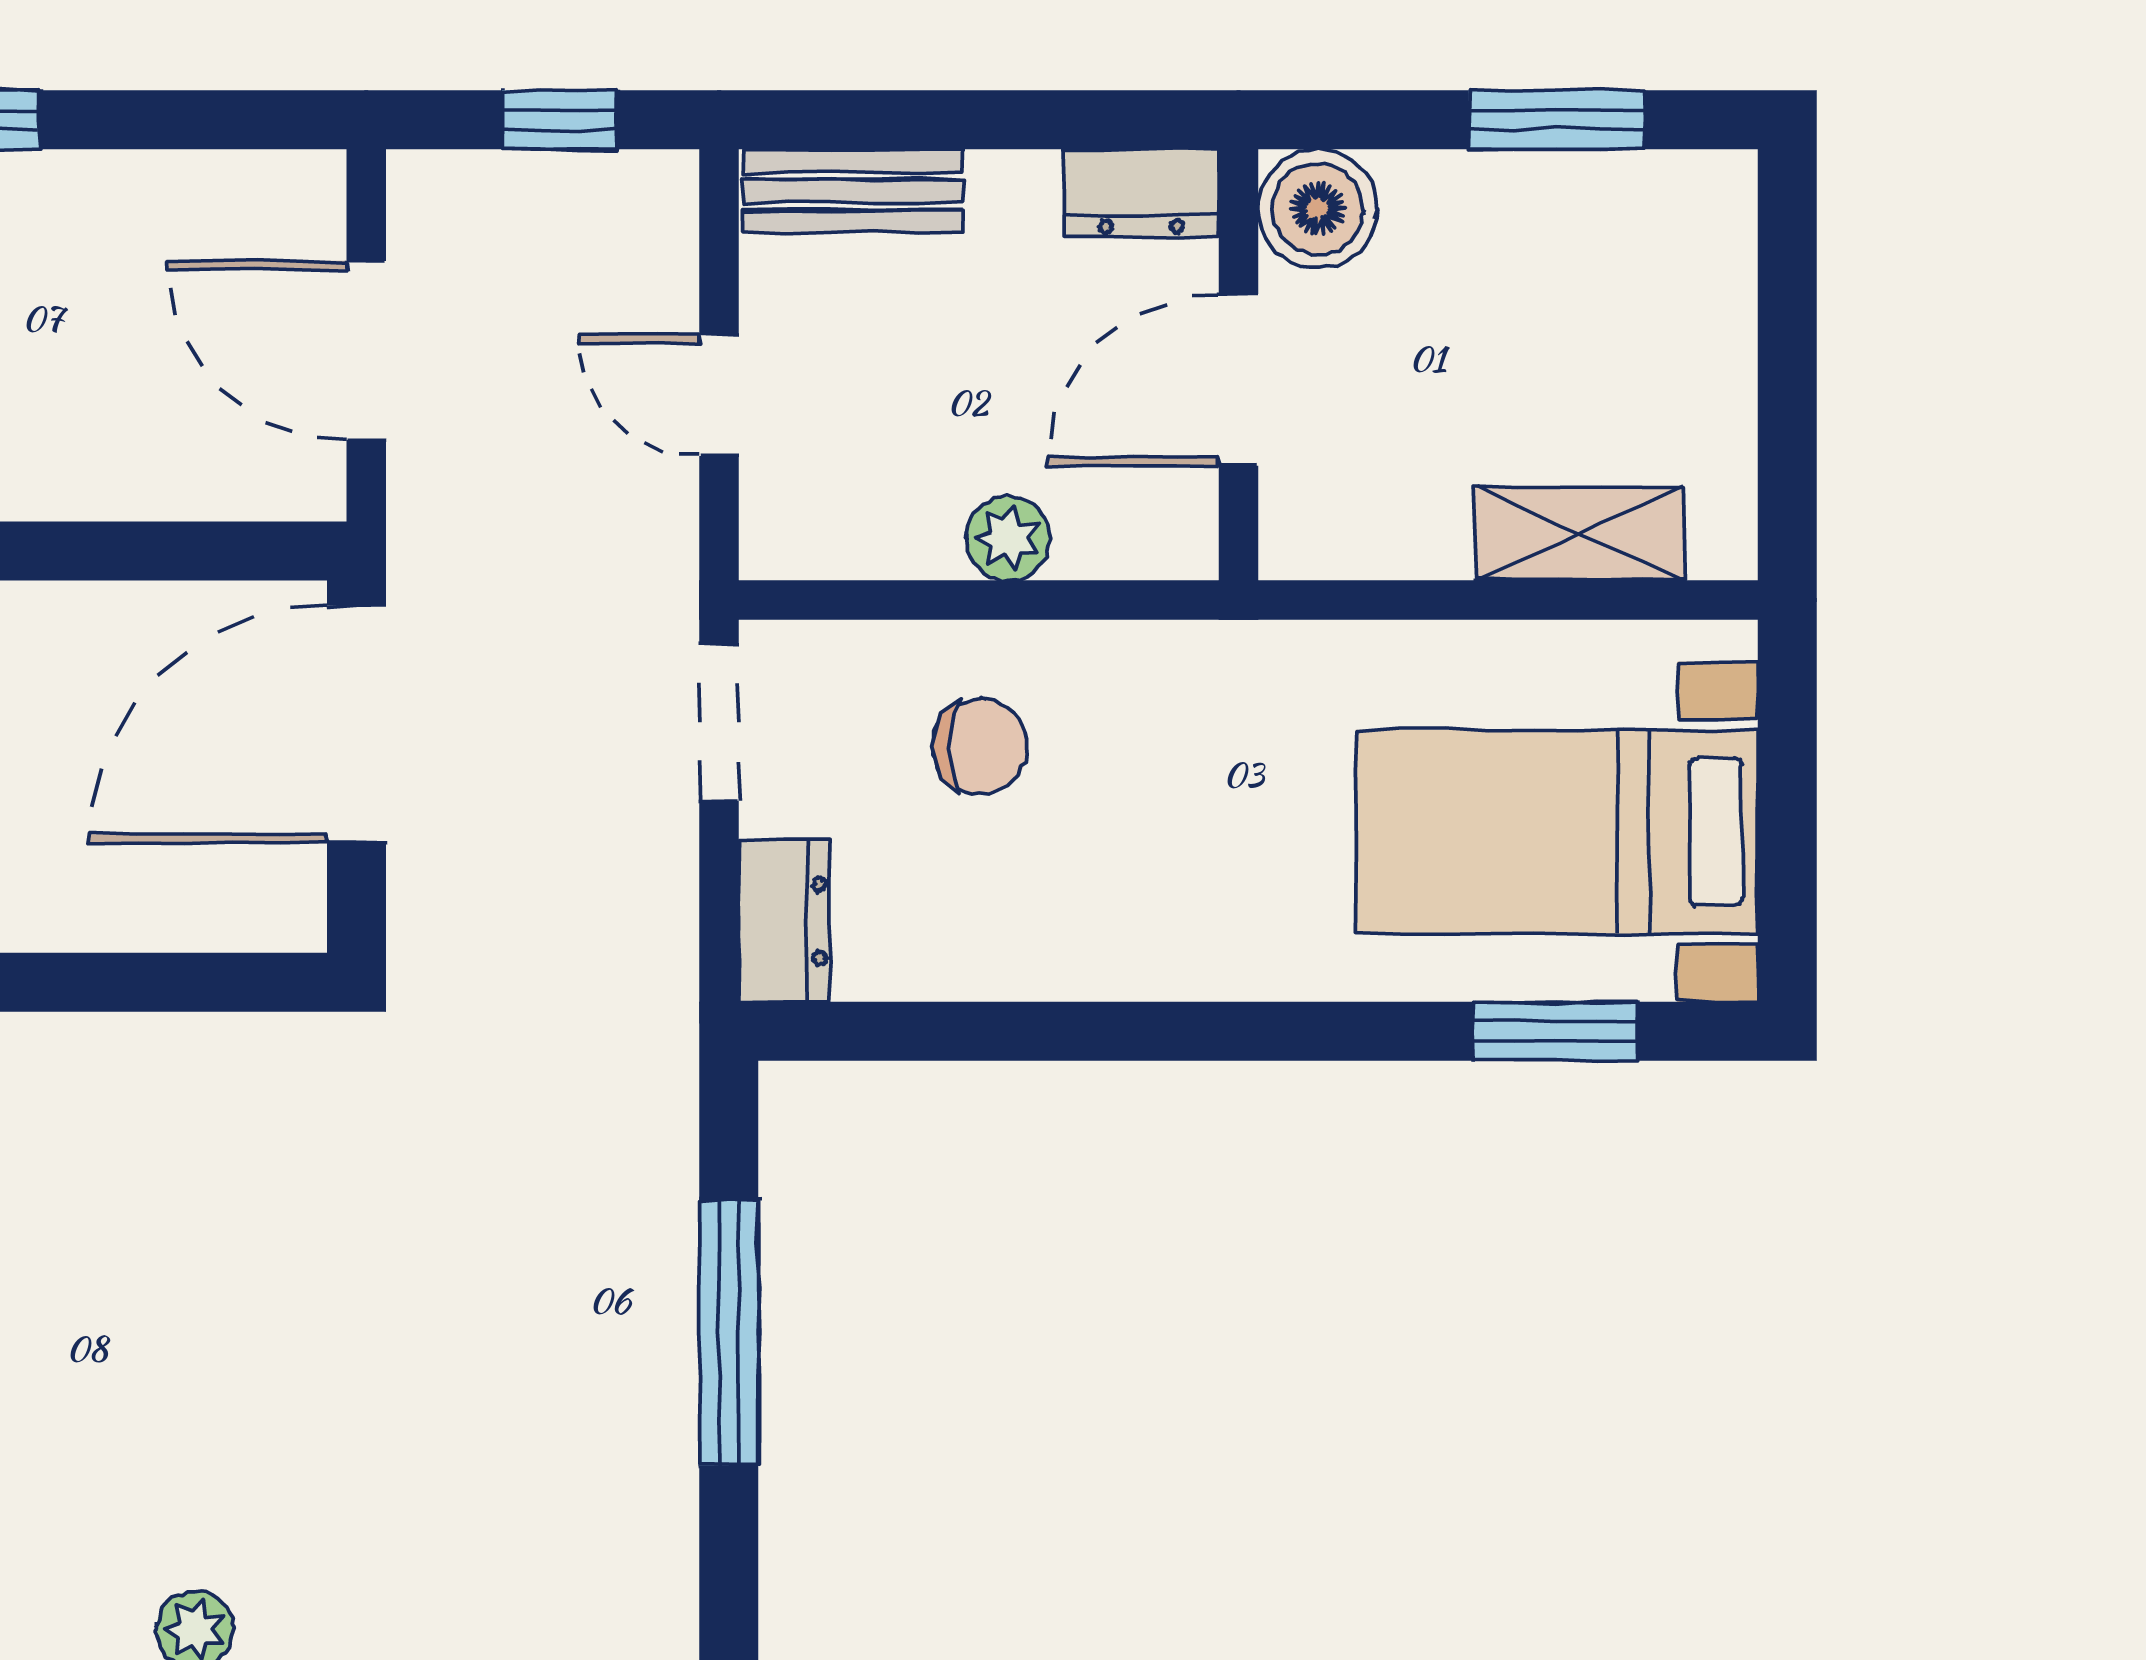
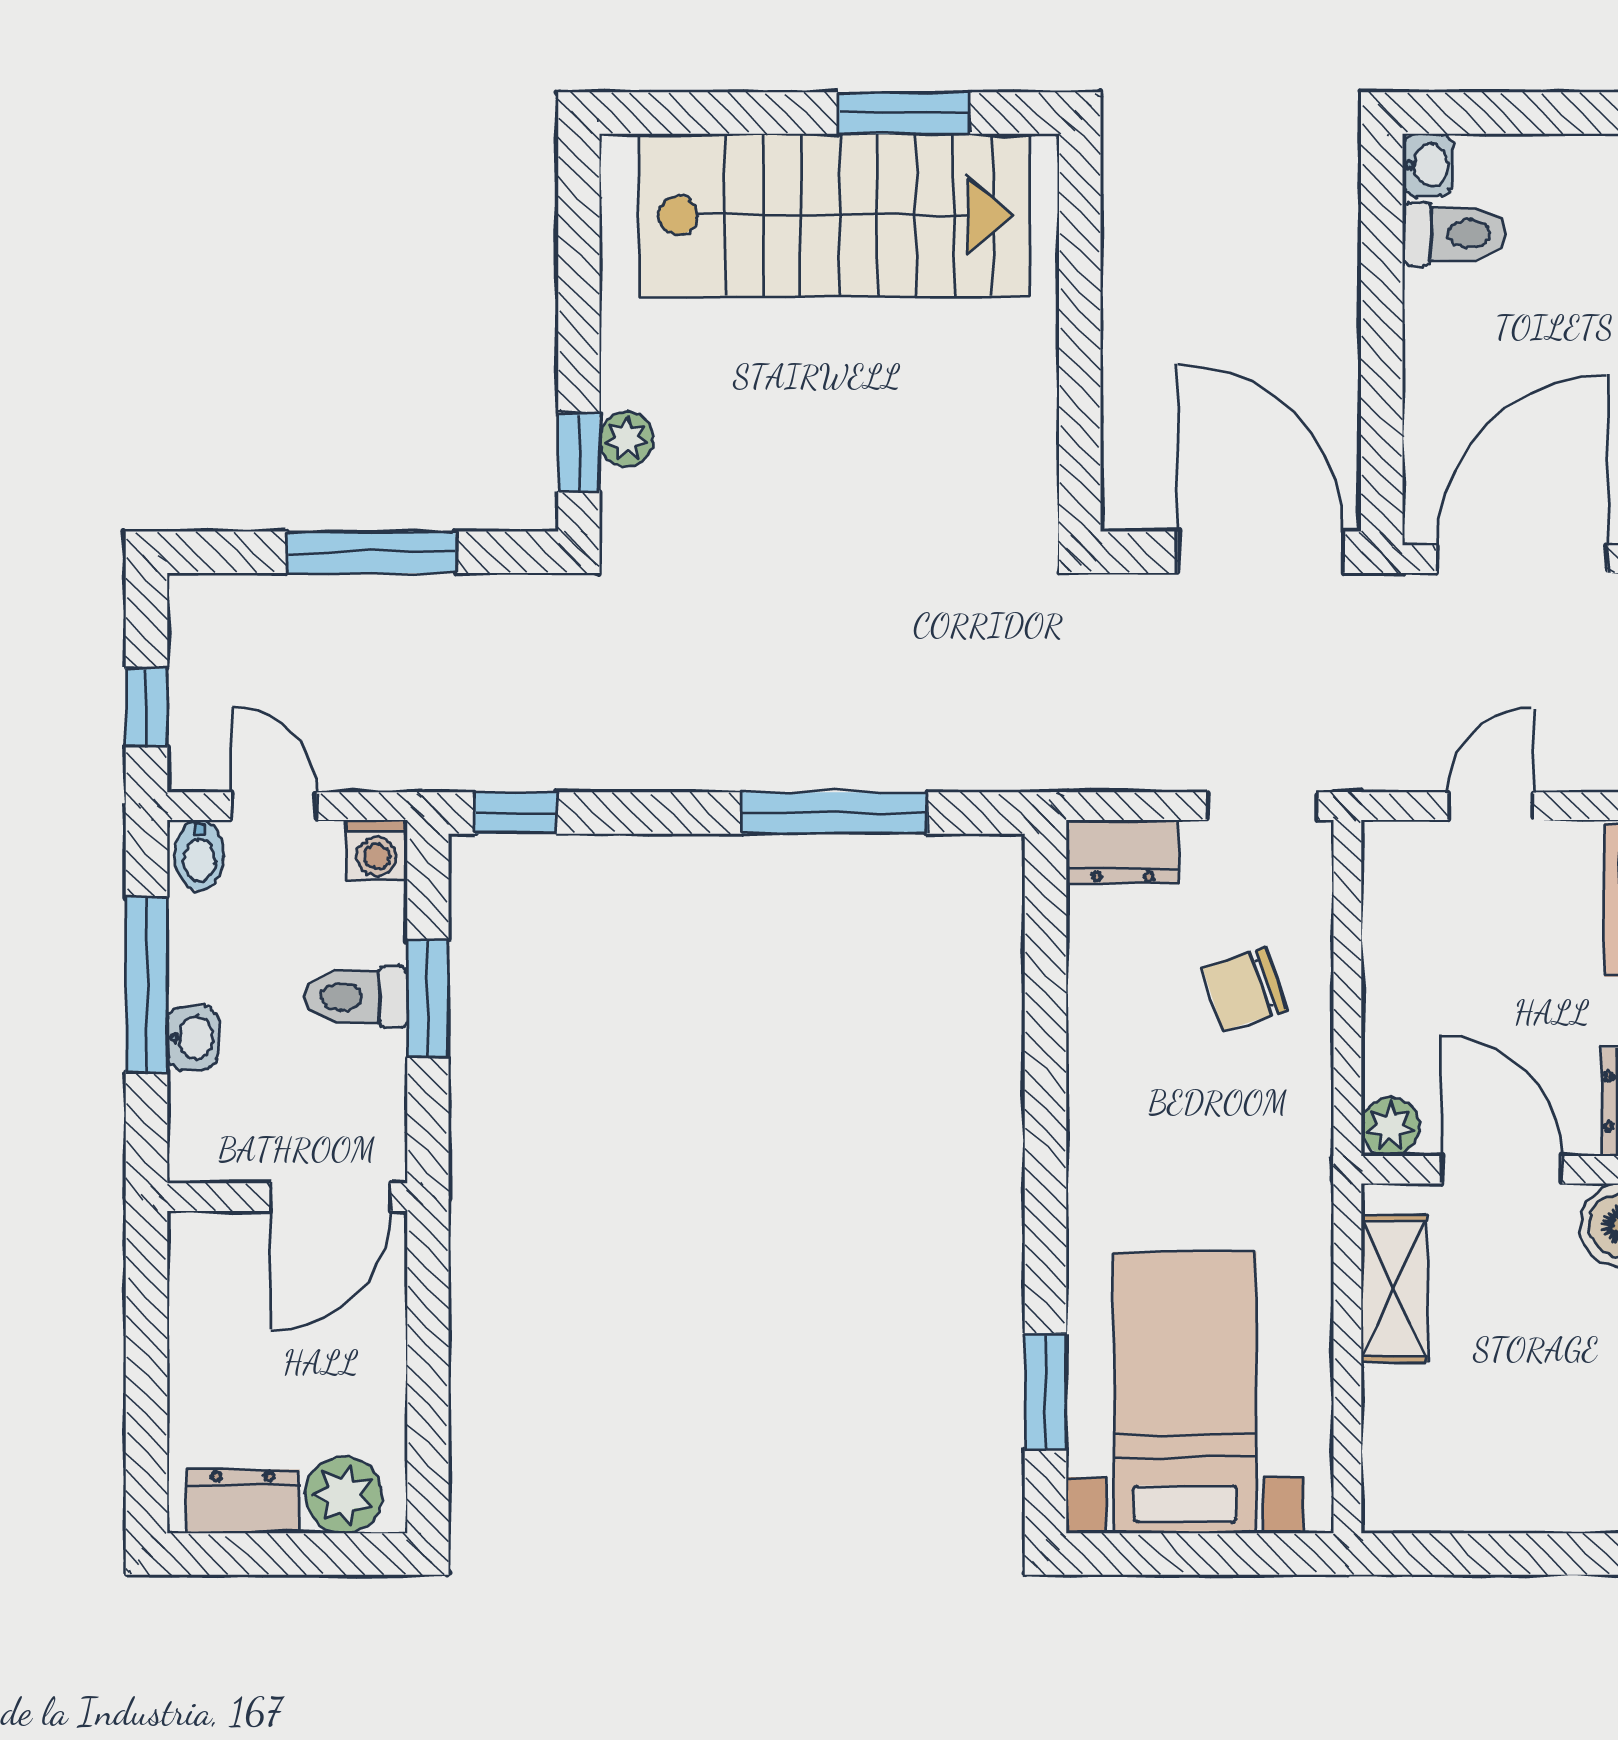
door: (366, 351) -> (1522, 559), width x1.36
shelving: (1580, 533) -> (1394, 1288), moved
plant: (1008, 538) -> (1390, 1127), moved
chair: (980, 747) -> (1245, 989), turned 72

